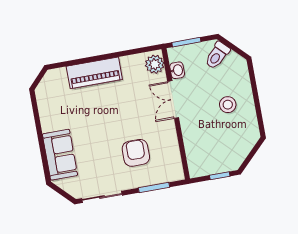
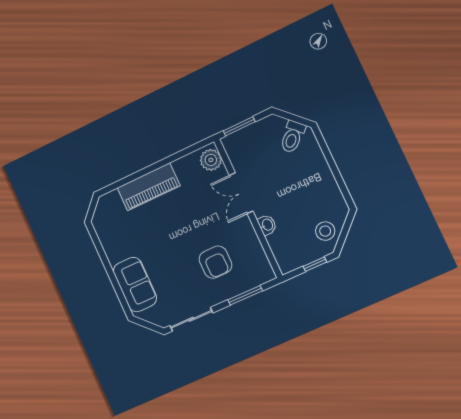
toilet: (217, 55) -> (292, 137), moved
washbasin: (177, 70) -> (267, 225), moved
stool: (228, 105) -> (325, 231), moved
armchair: (136, 153) -> (215, 262), turned 180

